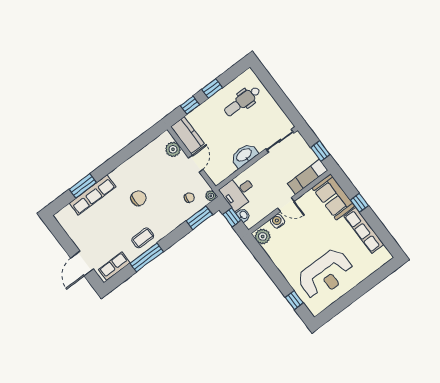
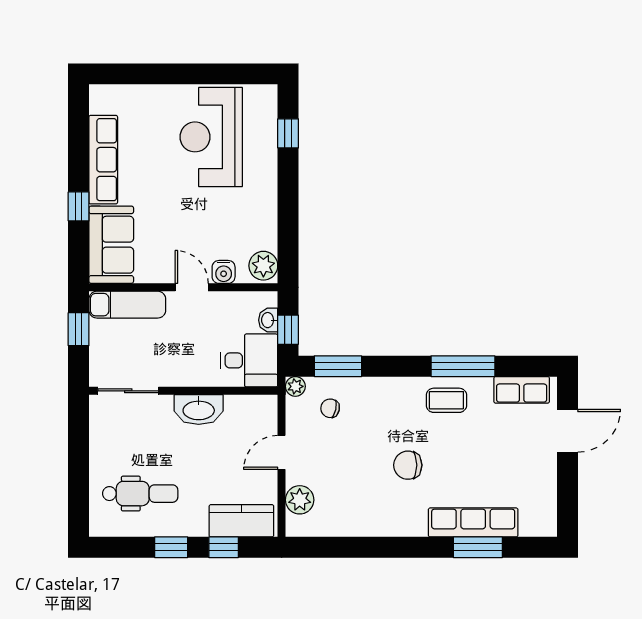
kitchen counter: (187, 135) -> (241, 521), moved, turned 90
reception desk: (325, 274) -> (211, 137), turned -90

